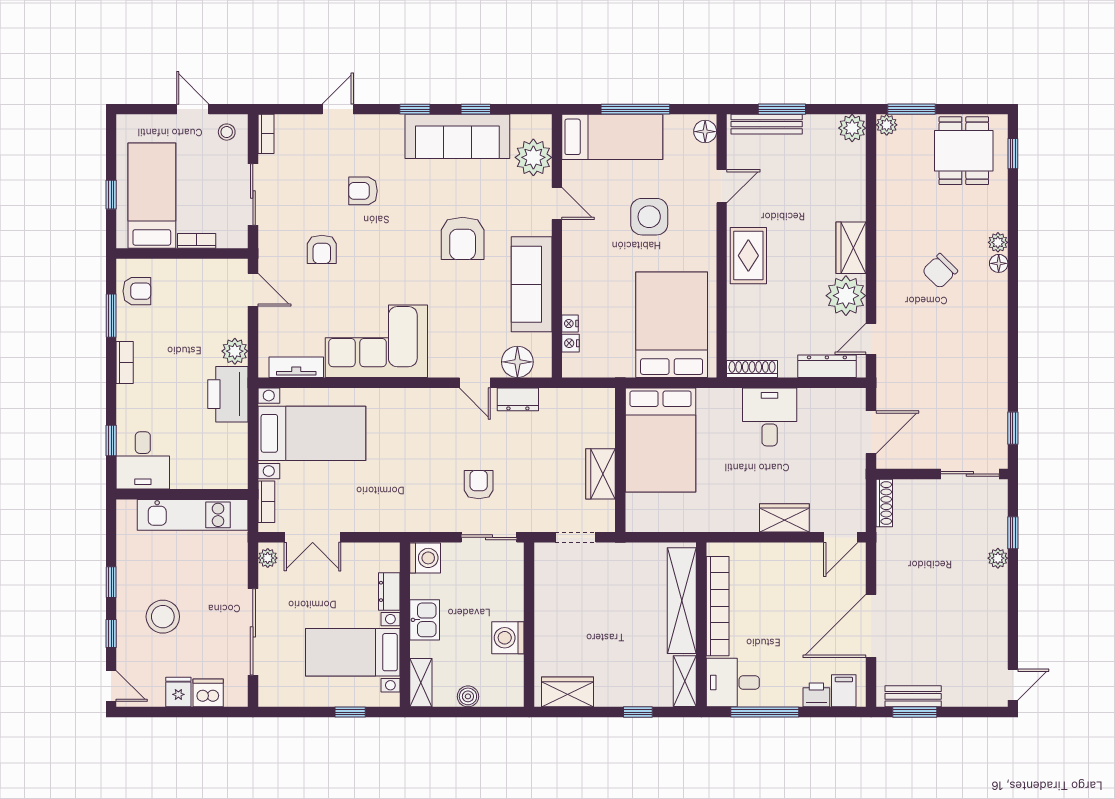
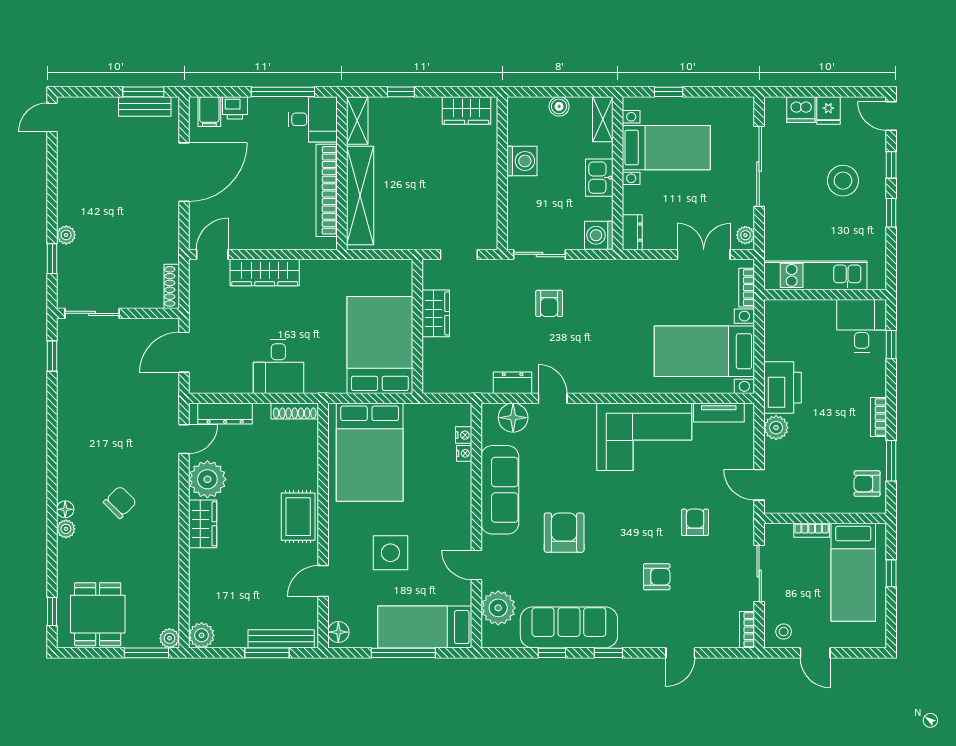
wardrobe: (784, 518) -> (265, 273), width x1.50
dresser: (389, 591) -> (632, 232), moved

